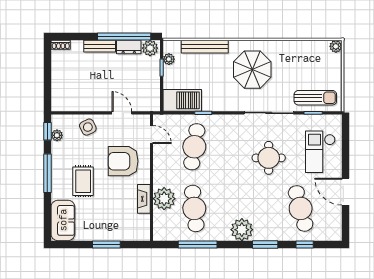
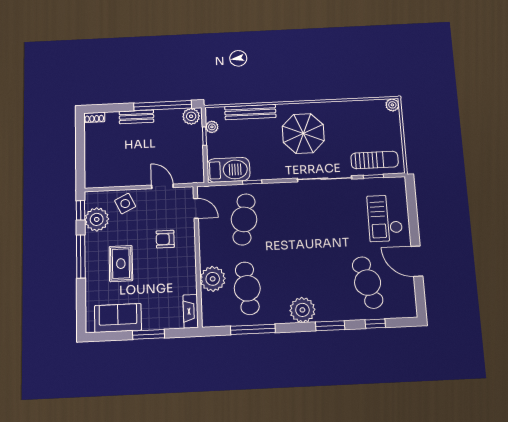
dresser: (129, 47) -> (168, 116), removed
plant: (57, 135) -> (97, 219), width x1.87, depth x1.87
round table: (269, 158) -> (328, 228), removed
armchair: (123, 161) -> (165, 239), width x0.53, depth x0.53
fireplace: (144, 199) -> (191, 311), moved
sofa: (63, 220) -> (118, 318), moved, turned -90

